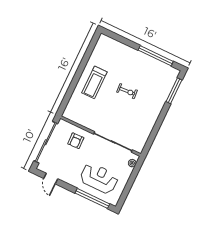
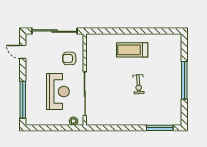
window: (156, 56) -> (184, 80), moved
reception desk: (99, 178) -> (58, 92), moved
door: (51, 179) -> (23, 52), hinge flipped

